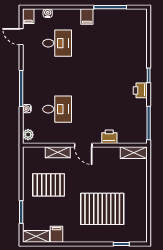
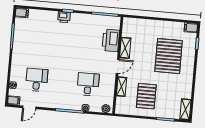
filing cabinet: (87, 17) -> (22, 13), moved
printer: (140, 90) -> (64, 17), moved
printer: (109, 137) -> (111, 40), width x1.87, depth x1.48
shelving: (134, 153) -> (125, 48), moved
filing cabinet: (57, 234) -> (191, 28), moved

